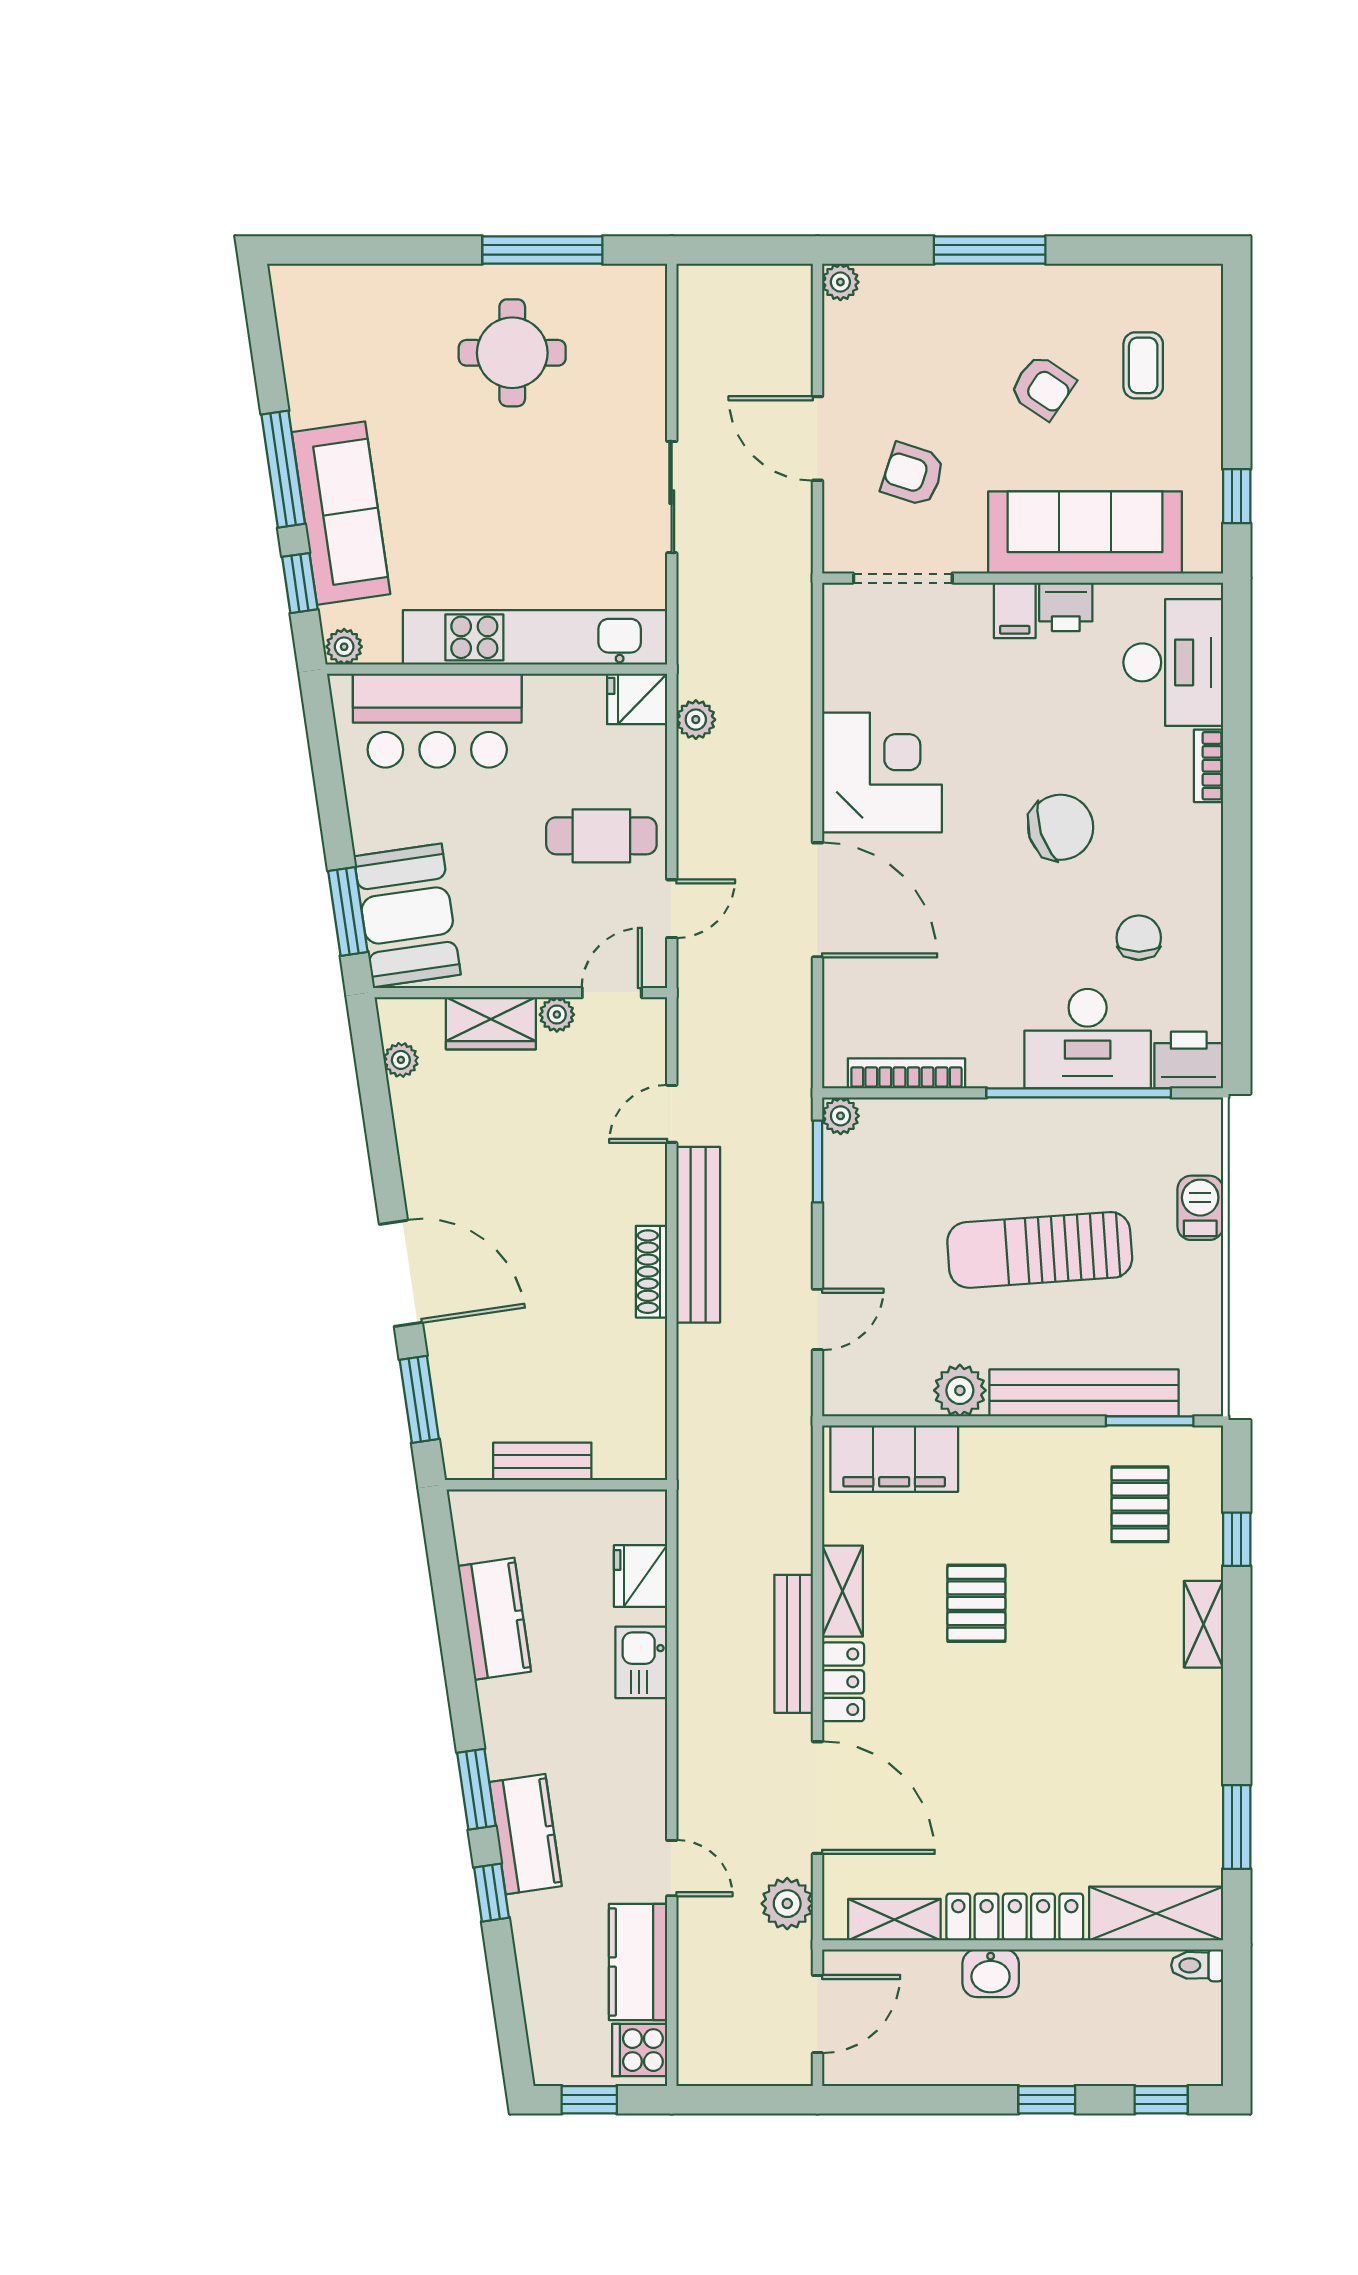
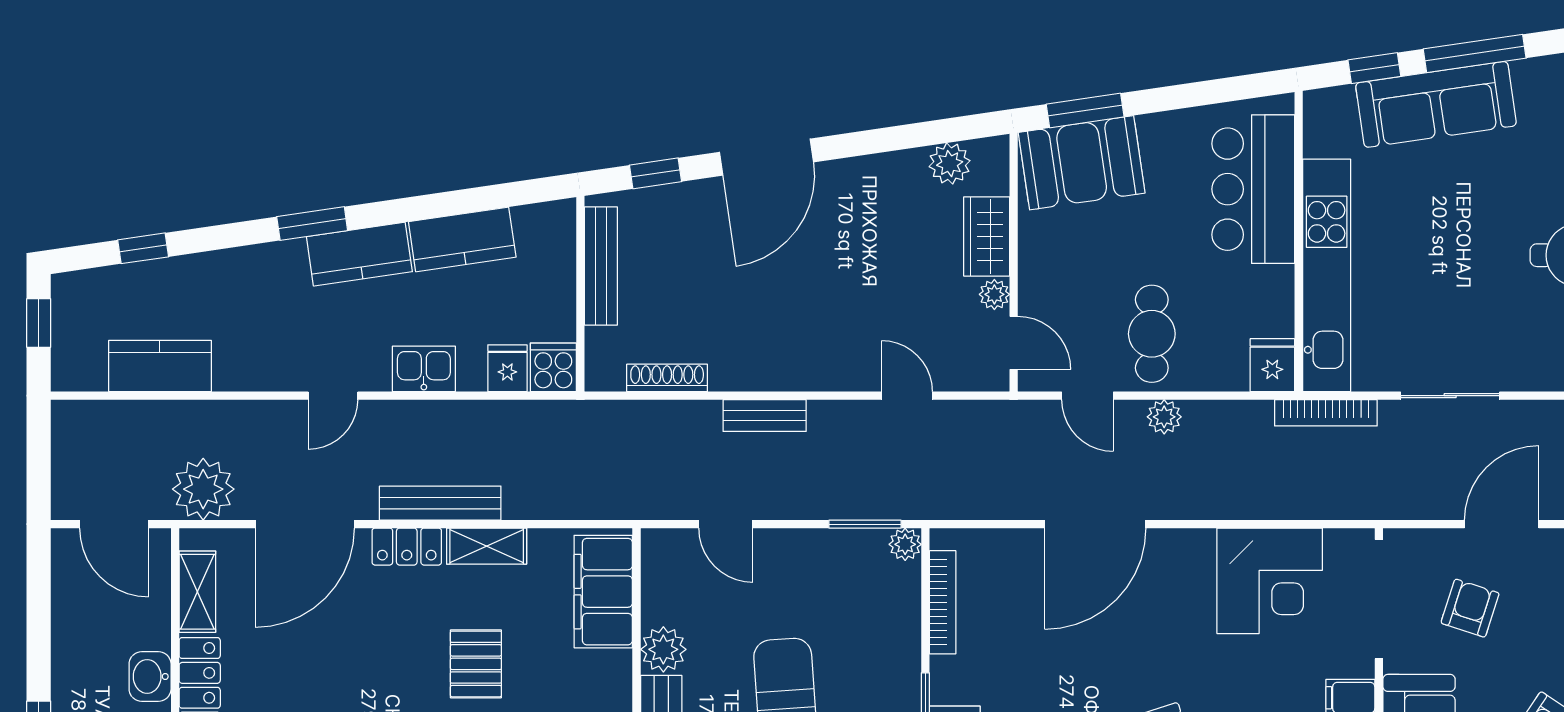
doorway: (903, 578) -> (1379, 599), width x1.36
bookcase: (691, 638) -> (1326, 413), added
plant: (344, 647) -> (1318, 107), removed
plant: (696, 720) -> (1164, 417), moved
corner desk: (882, 773) -> (1270, 581), moved
plant: (401, 1060) -> (950, 164), width x1.38, depth x1.38
bench: (698, 1235) -> (765, 416), width x0.54, depth x0.82
shoe rack: (652, 1272) -> (667, 378), moved
window: (419, 1399) -> (655, 173), width x0.67
bench: (542, 1461) -> (601, 266), width x1.36
fridge: (641, 1576) -> (507, 368), width x0.72
pallet: (976, 1603) -> (476, 664), turned 90
kitchen counter: (525, 1834) -> (359, 254), moved
door: (672, 1868) -> (333, 396), moved
window: (491, 1893) -> (143, 248), moved
plant: (787, 1904) -> (203, 489), width x1.36, depth x1.36
cooker: (640, 2050) -> (553, 367), moved

